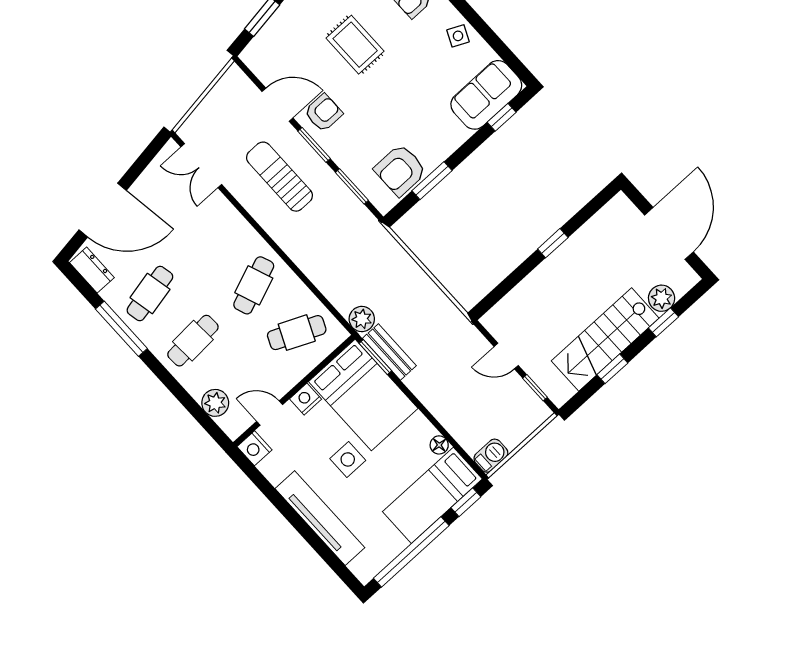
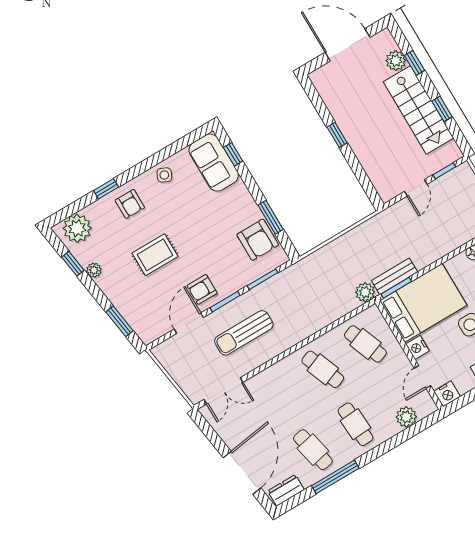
armchair: (323, 113) -> (202, 289), turned -90
cafe table: (297, 333) -> (365, 344), turned -45

